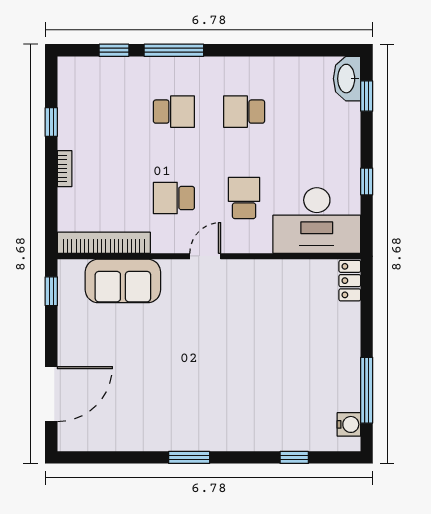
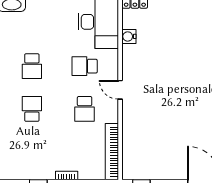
water cooler: (293, 271) -> (129, 36), added
sofa: (123, 281) -> (135, 140), removed

